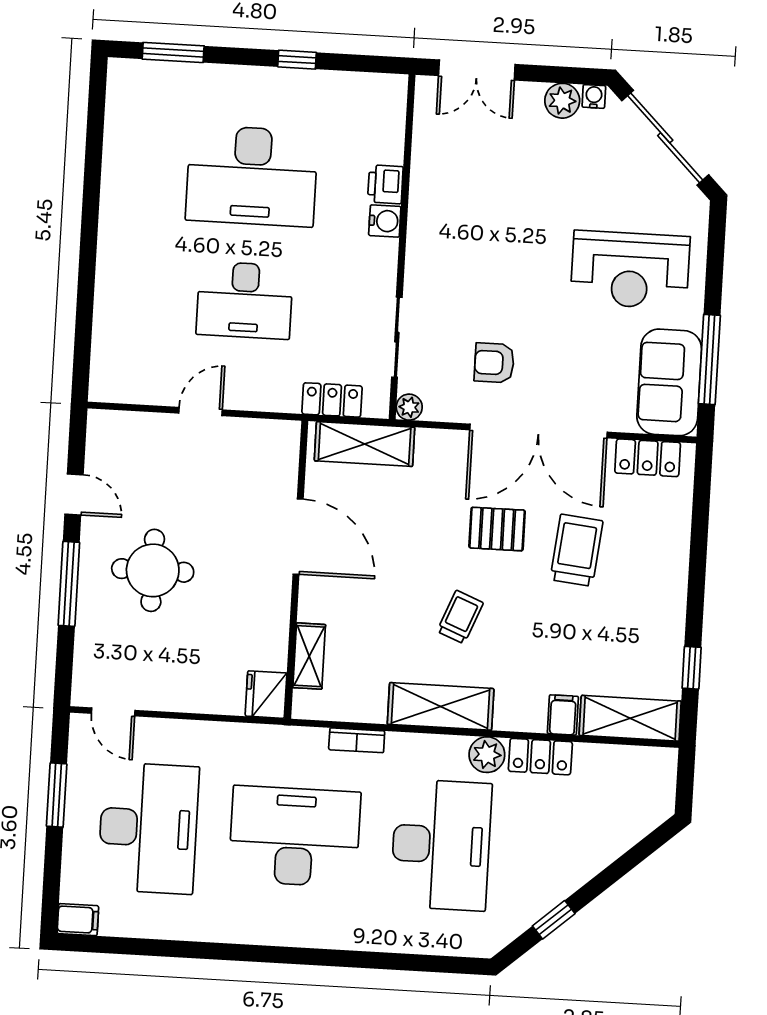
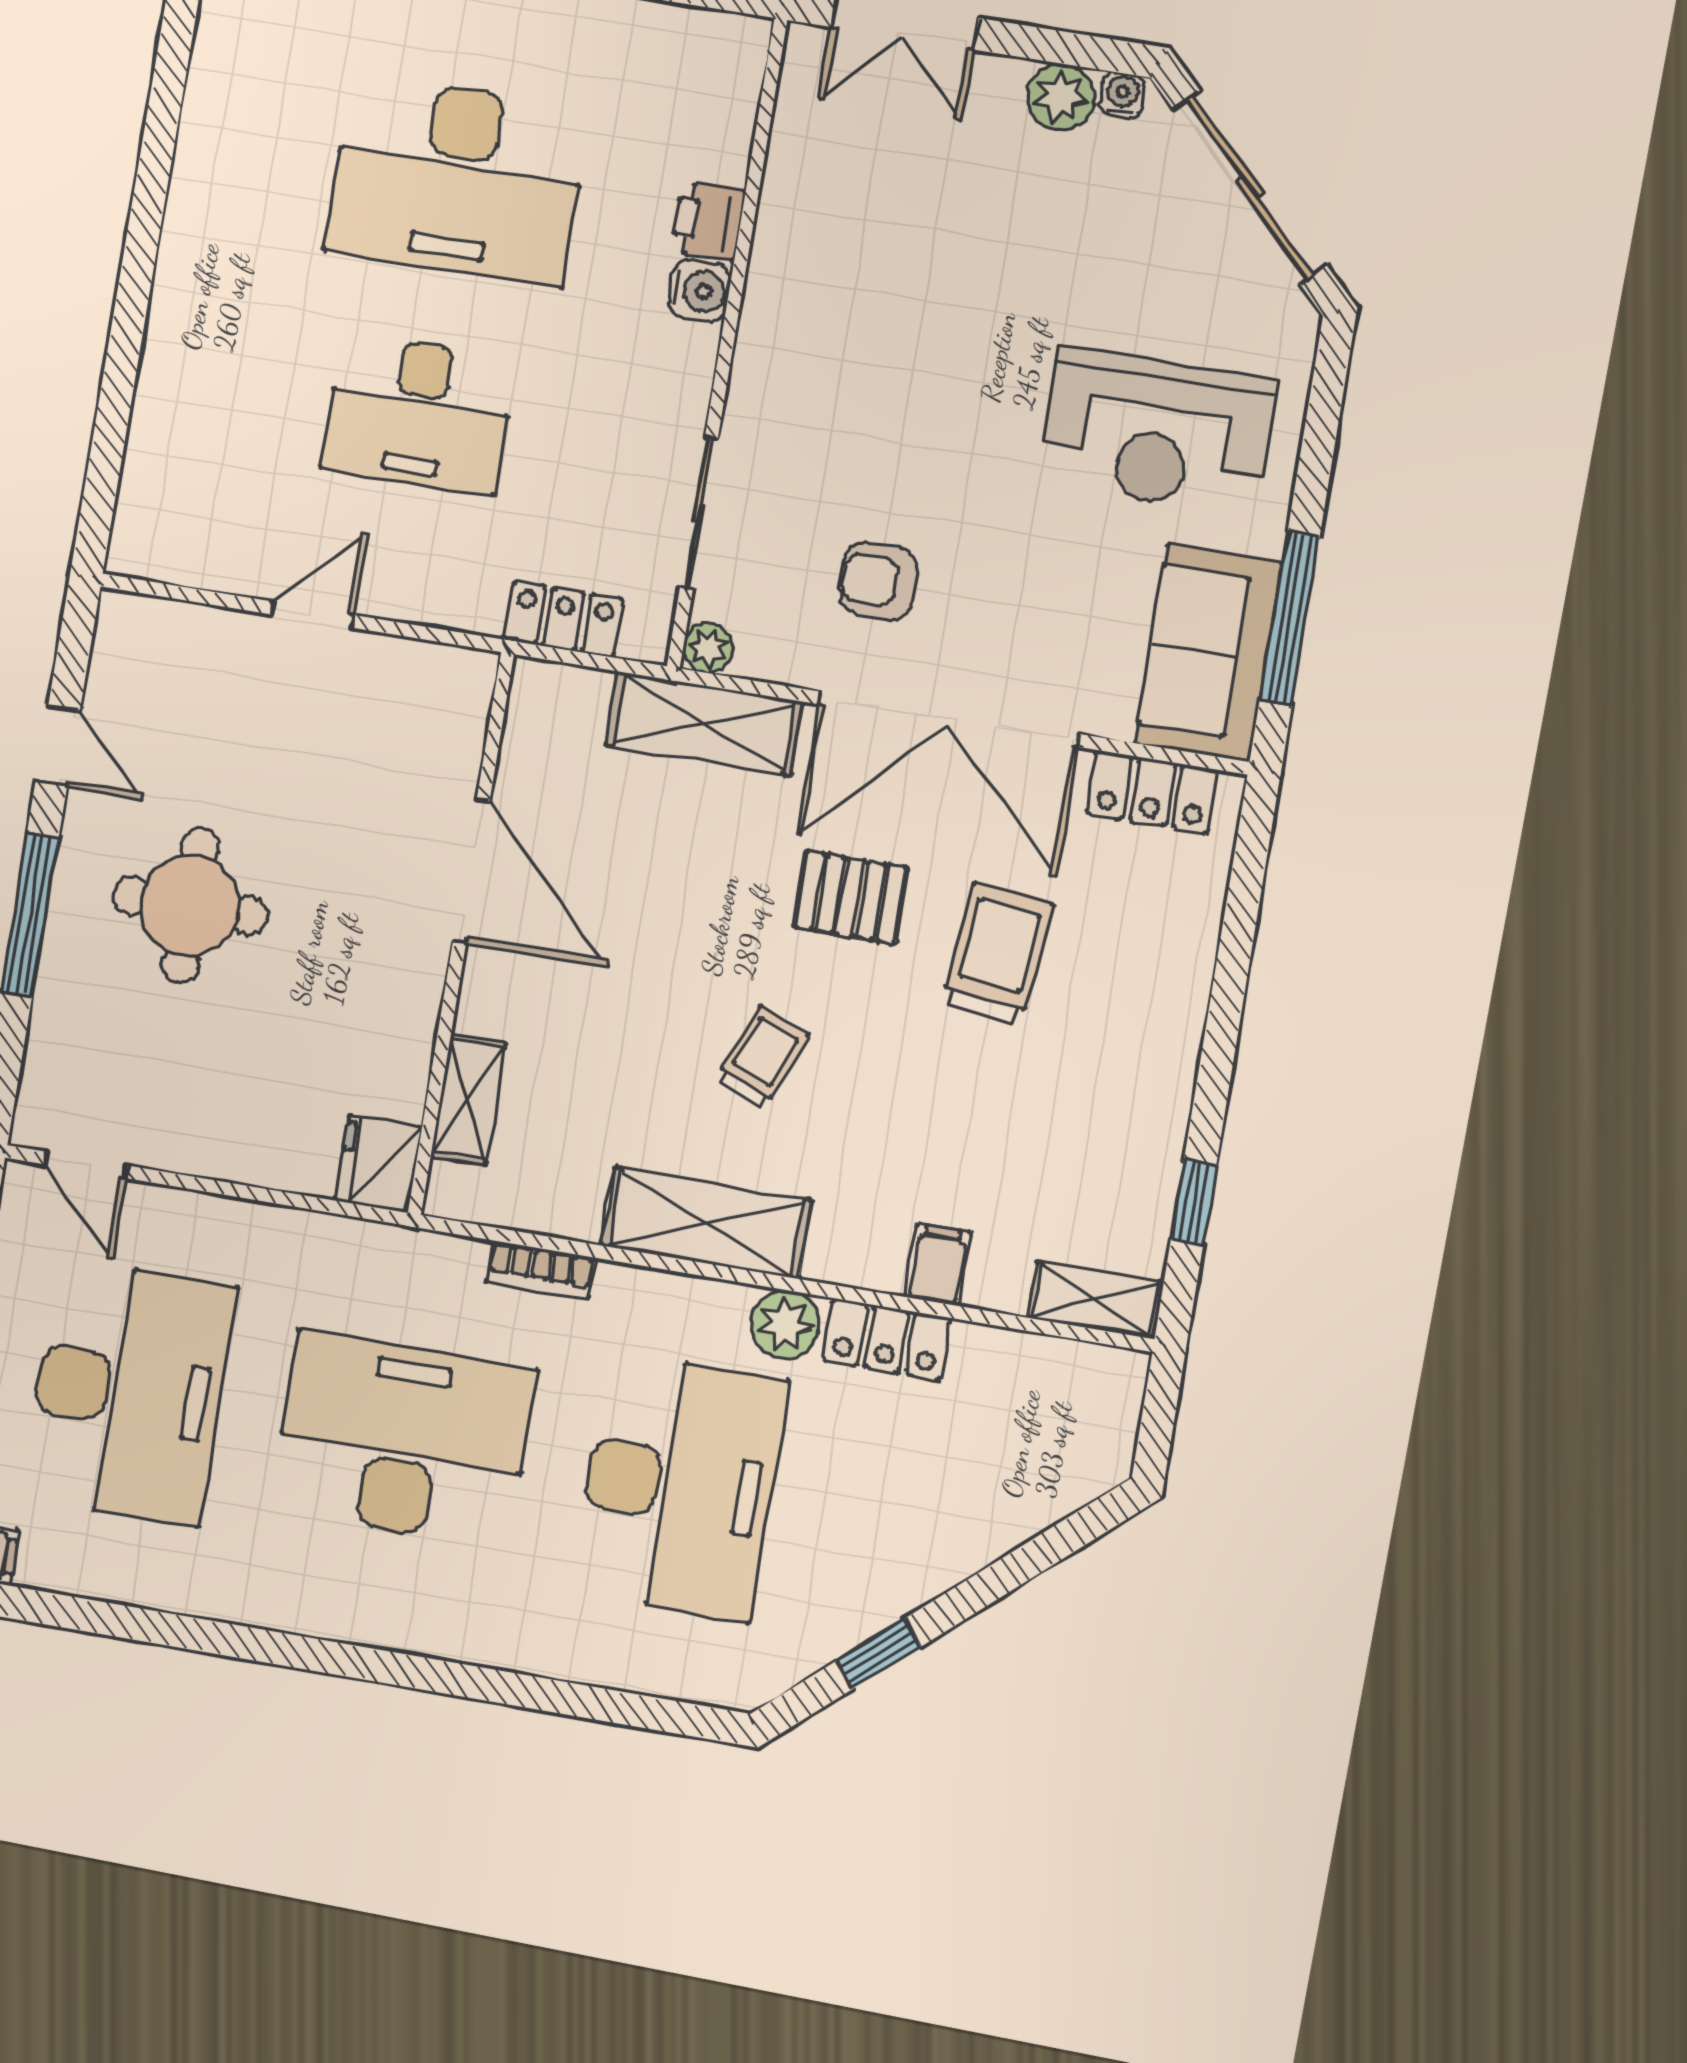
shelving: (365, 444) -> (704, 723), moved
shelving: (630, 718) -> (1096, 1300), width x0.67, depth x0.75

